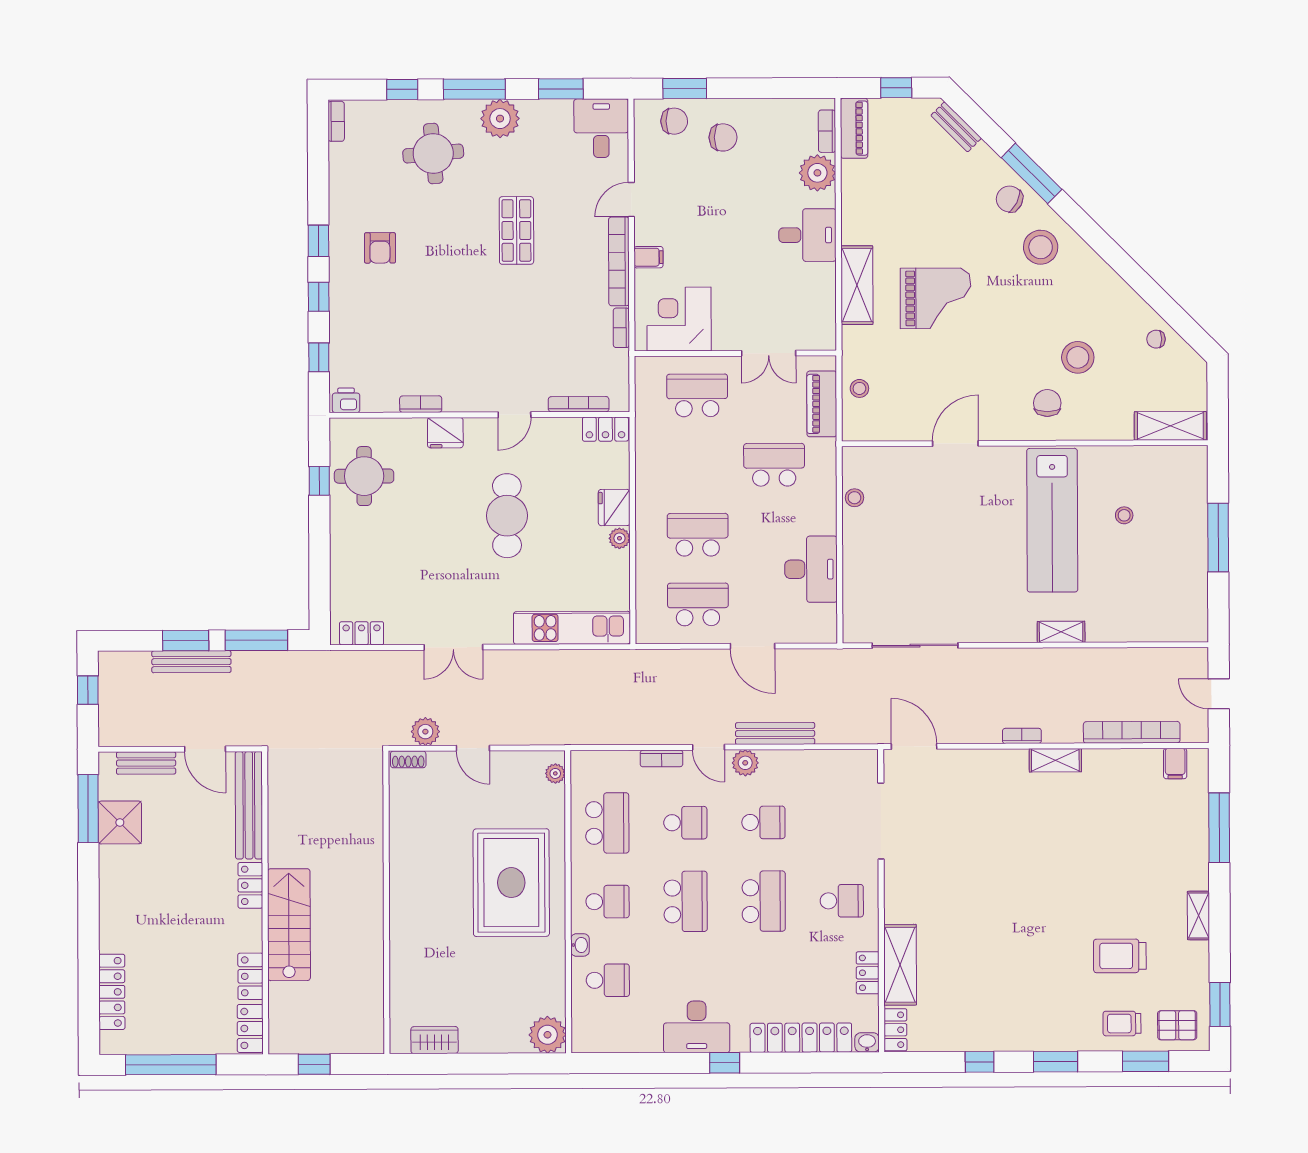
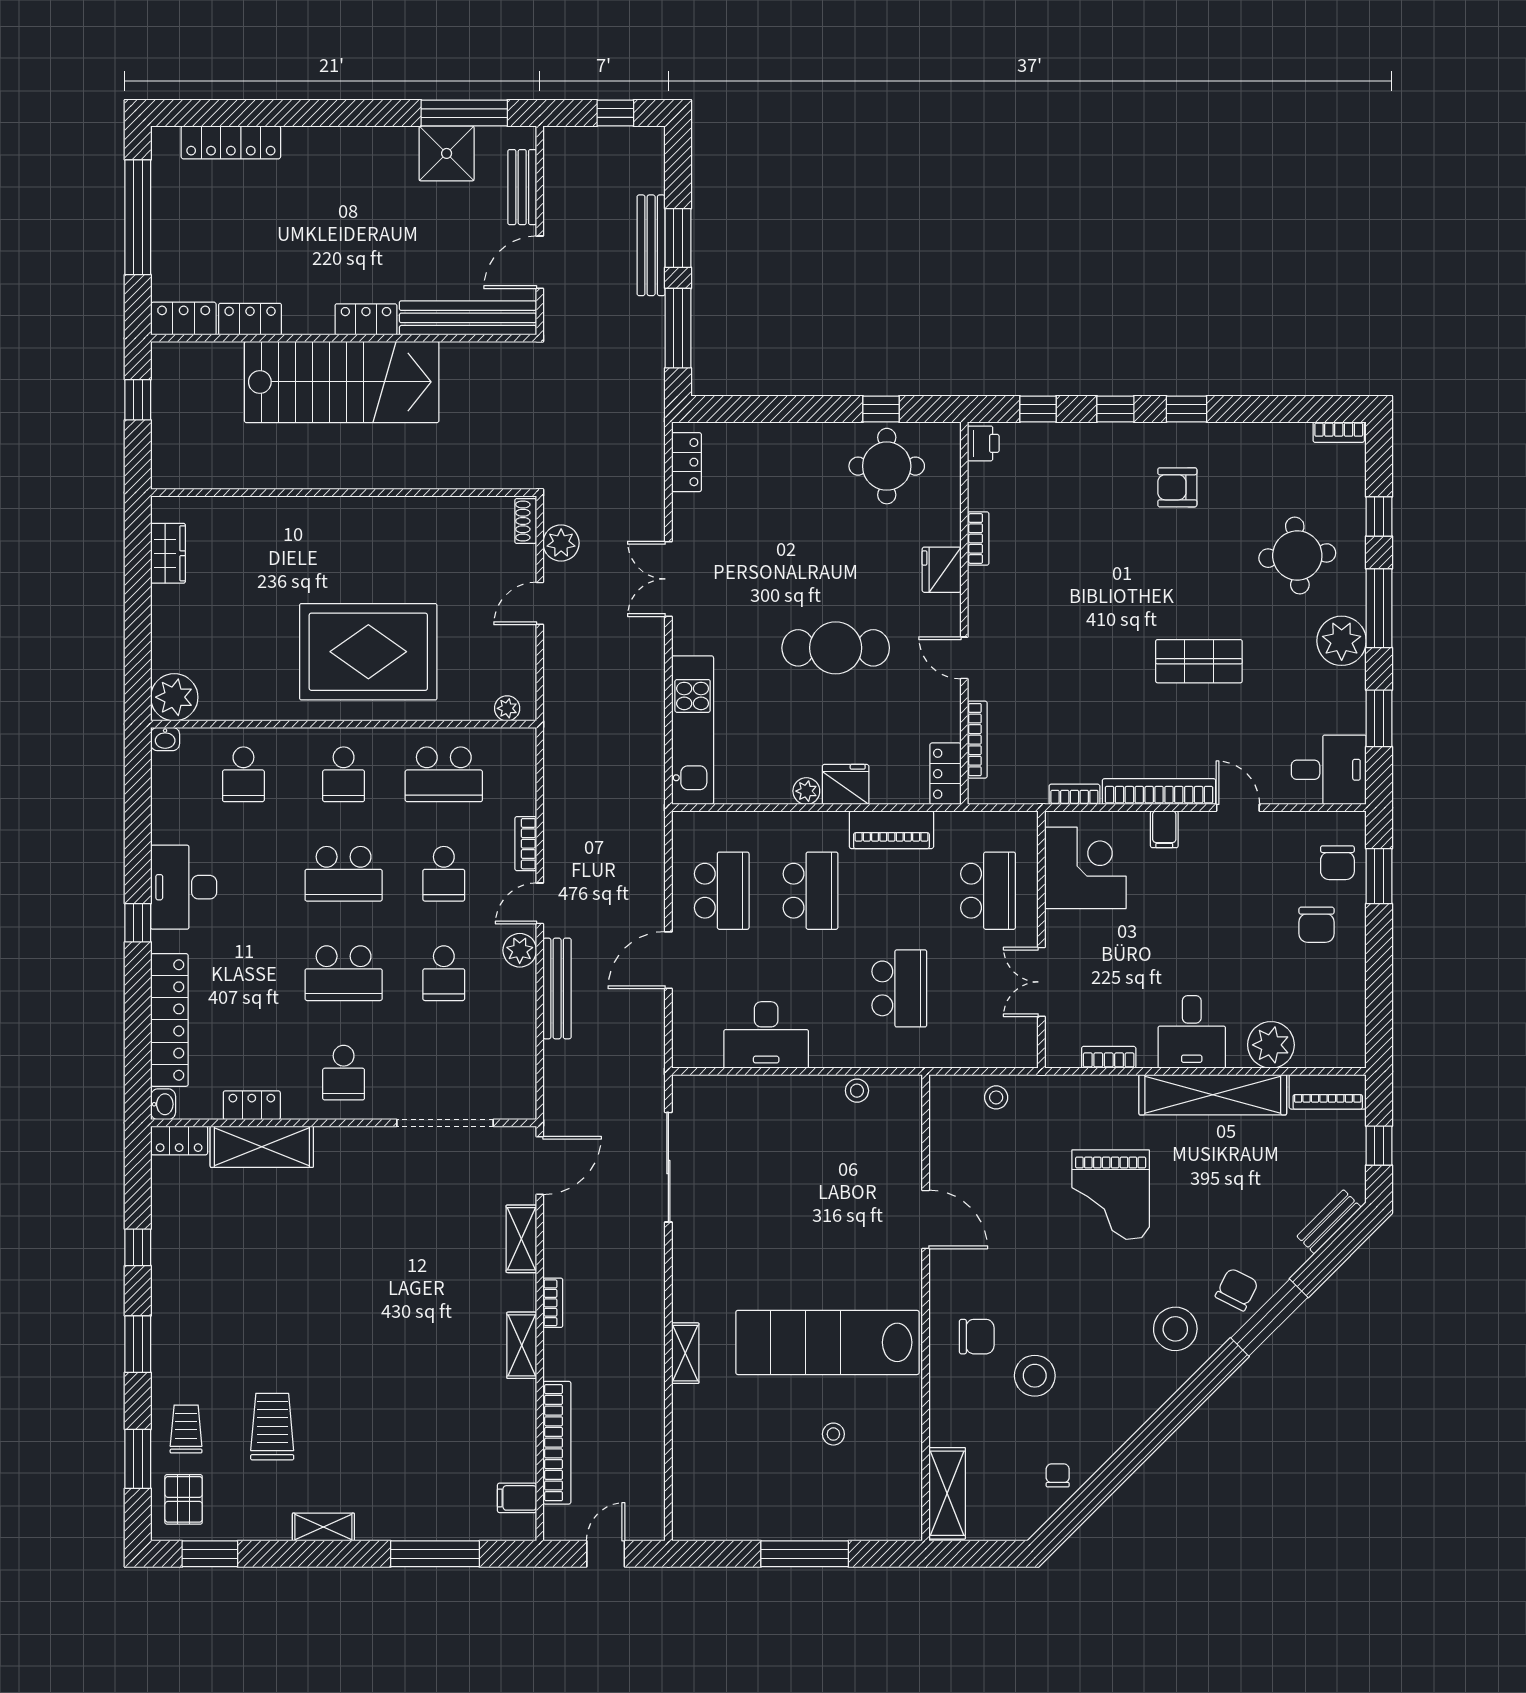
bookcase: (827, 131) -> (1109, 1057), moved
shelving: (857, 285) -> (1213, 1095), moved, width x1.47
piano: (822, 404) -> (891, 830), moved, turned 180
shelving: (972, 761) -> (521, 1239), added
stairs: (289, 925) -> (342, 382), width x1.36, depth x1.51
washbasin: (580, 945) -> (165, 739), moved

